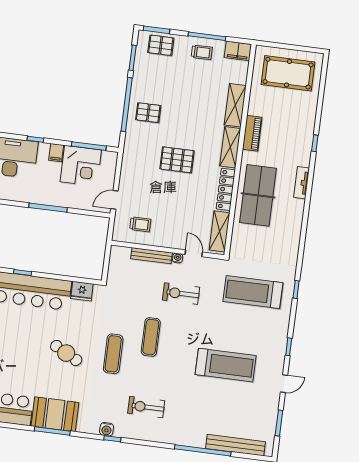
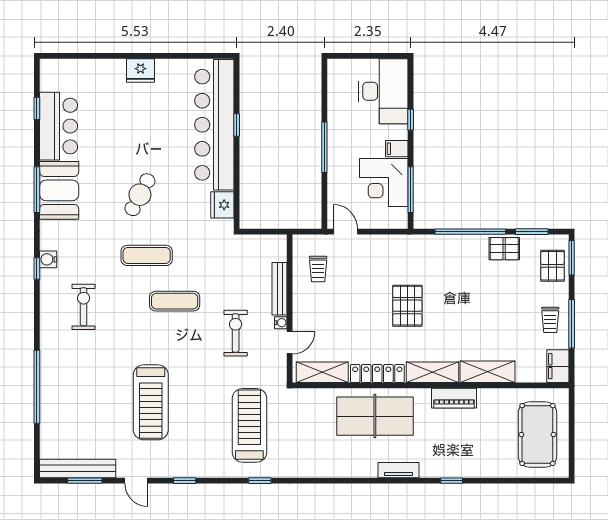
pallet: (148, 113) -> (504, 249), moved, turned 90
bench: (236, 445) -> (78, 468), moved, turned 90

